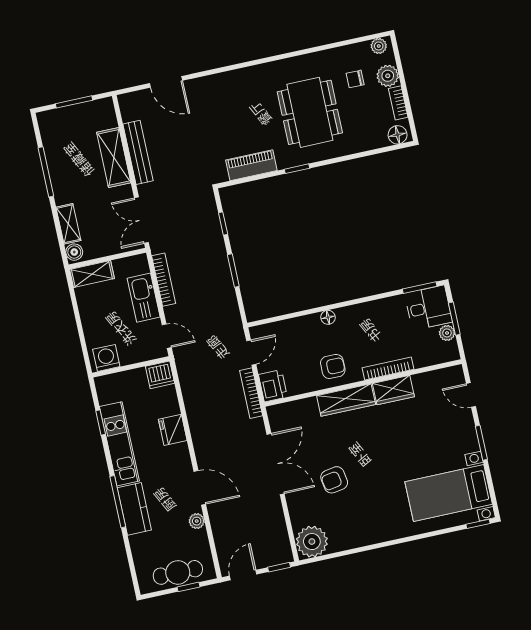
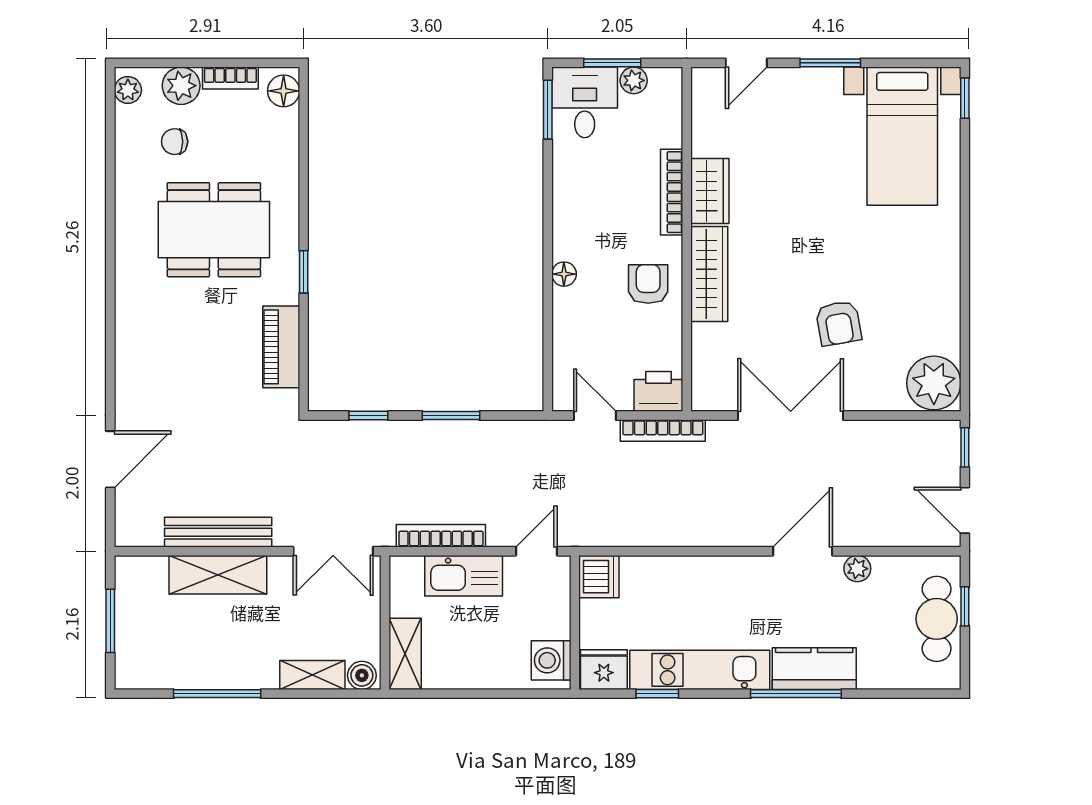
chair: (355, 79) -> (175, 142), turned 90
fridge: (173, 430) -> (604, 670), moved, turned 180

